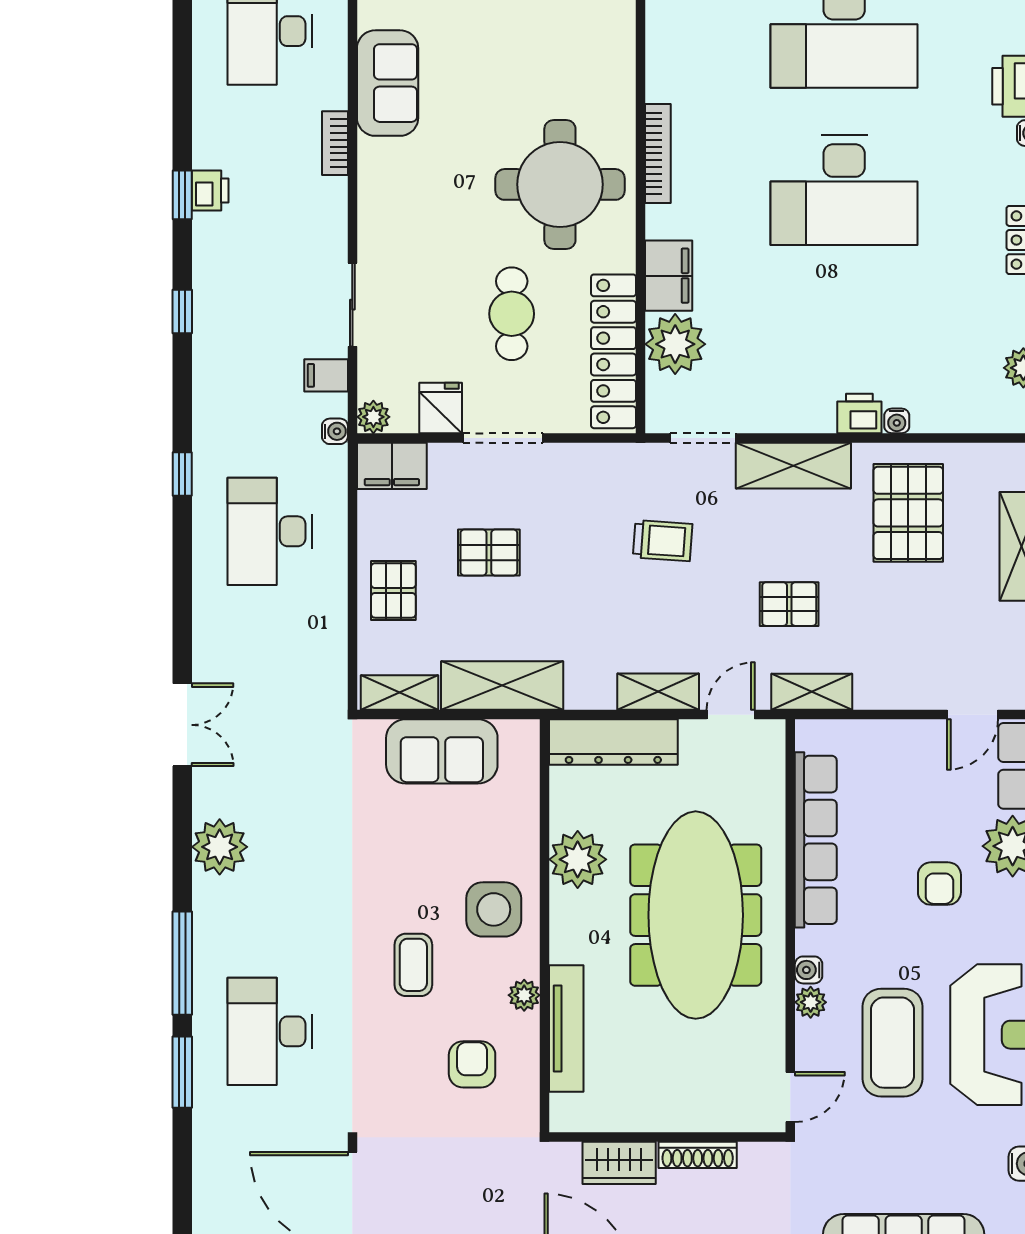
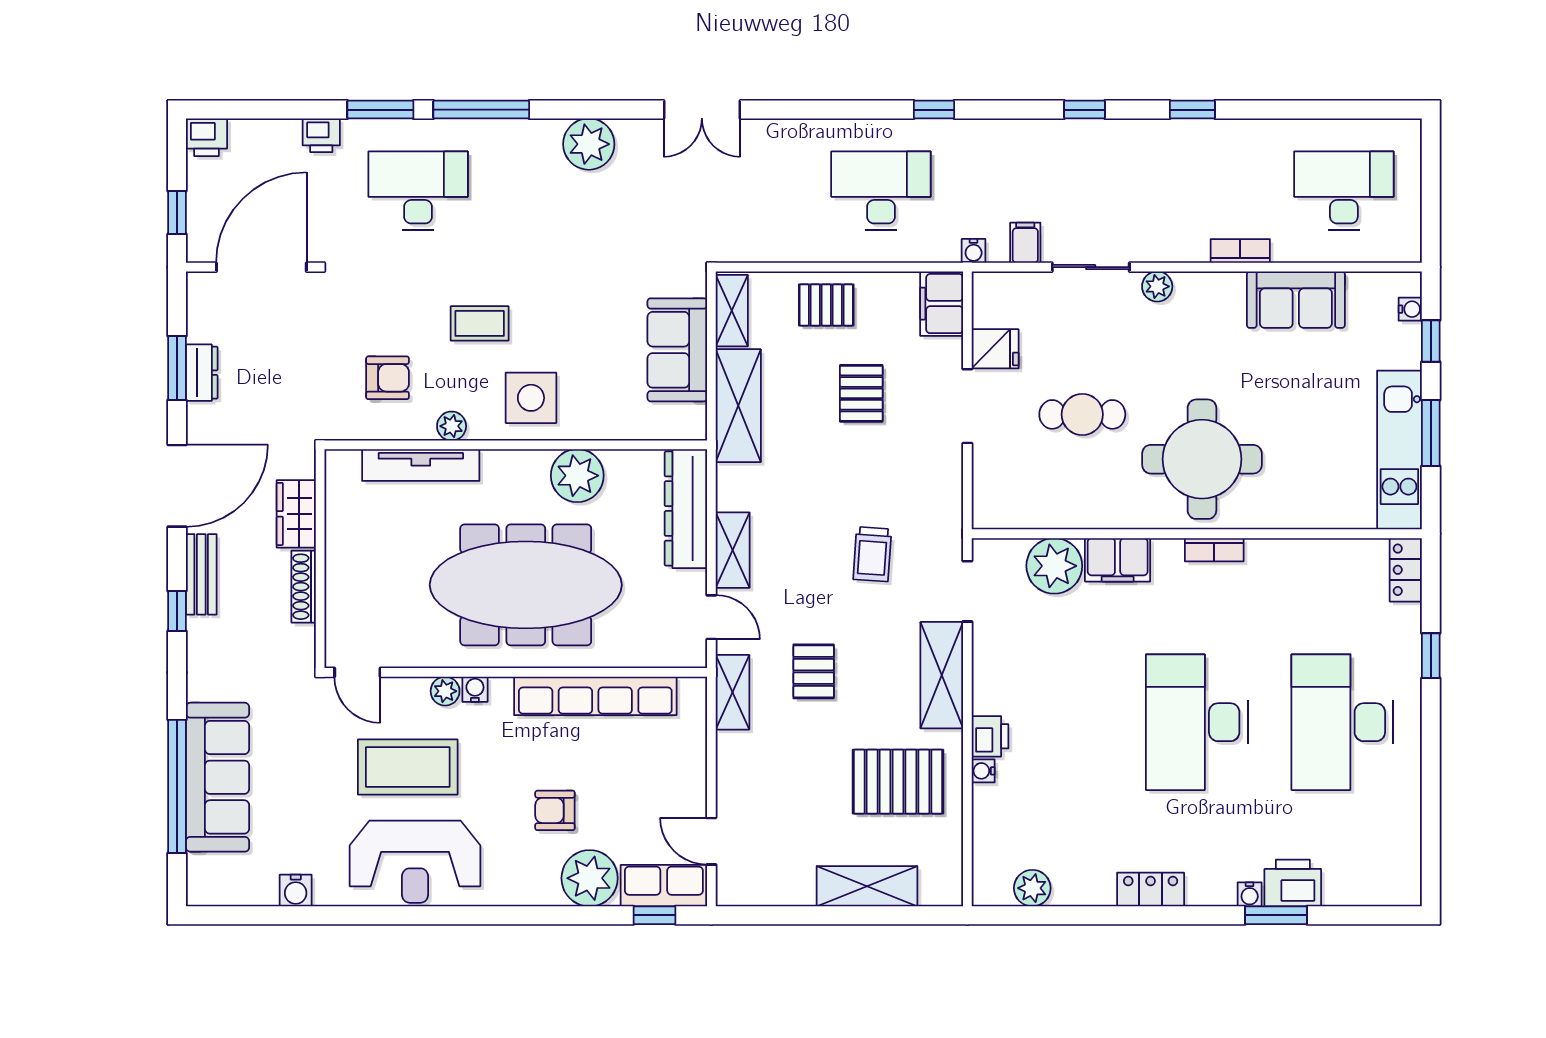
bookcase: (658, 153) -> (1214, 550), width x0.64
printer: (210, 190) -> (321, 135), moved
locker: (614, 351) -> (1048, 509), removed
plant: (373, 417) -> (1157, 286), moved

